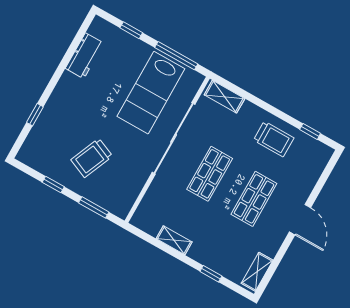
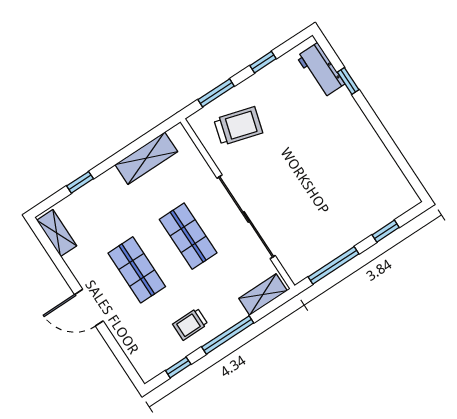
workbench: (85, 56) -> (321, 70), moved
lab bench: (151, 93) -> (308, 218), removed
window: (267, 107) -> (228, 335), added
trolley: (274, 139) -> (190, 324), width x0.73, depth x0.72
trolley: (92, 158) -> (238, 126), moved, turned 83
shelving: (174, 240) -> (146, 158), width x1.50, depth x1.33

